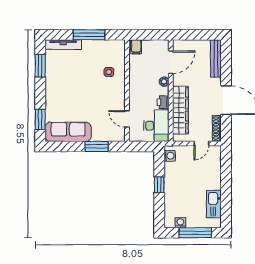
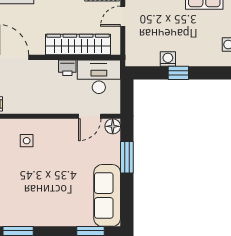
plant: (164, 82) -> (40, 66), removed
floor lamp: (120, 136) -> (113, 126), added
door: (201, 143) -> (123, 16), swing flipped
washing machine: (170, 156) -> (168, 59), moved

